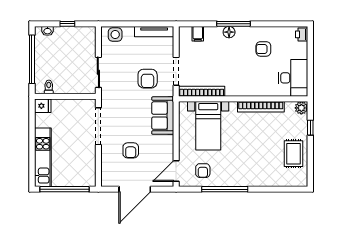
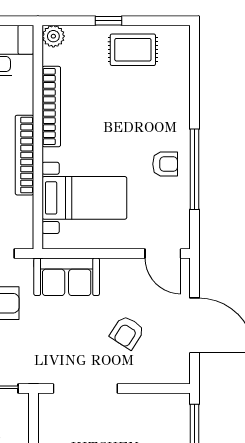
bookcase: (202, 91) -> (24, 155), moved
window: (310, 128) -> (109, 21), moved
armchair: (131, 150) -> (127, 332), turned 123
armchair: (203, 171) -> (165, 164), moved

